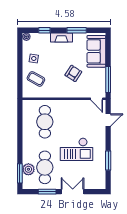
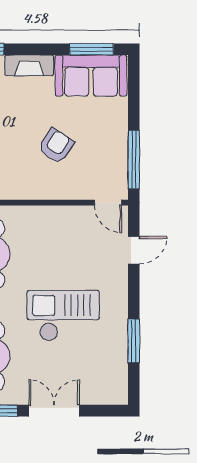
window: (77, 30) -> (91, 49), moved
sofa: (96, 51) -> (91, 76), moved, turned -90
checkout: (77, 149) -> (63, 316), turned 180

